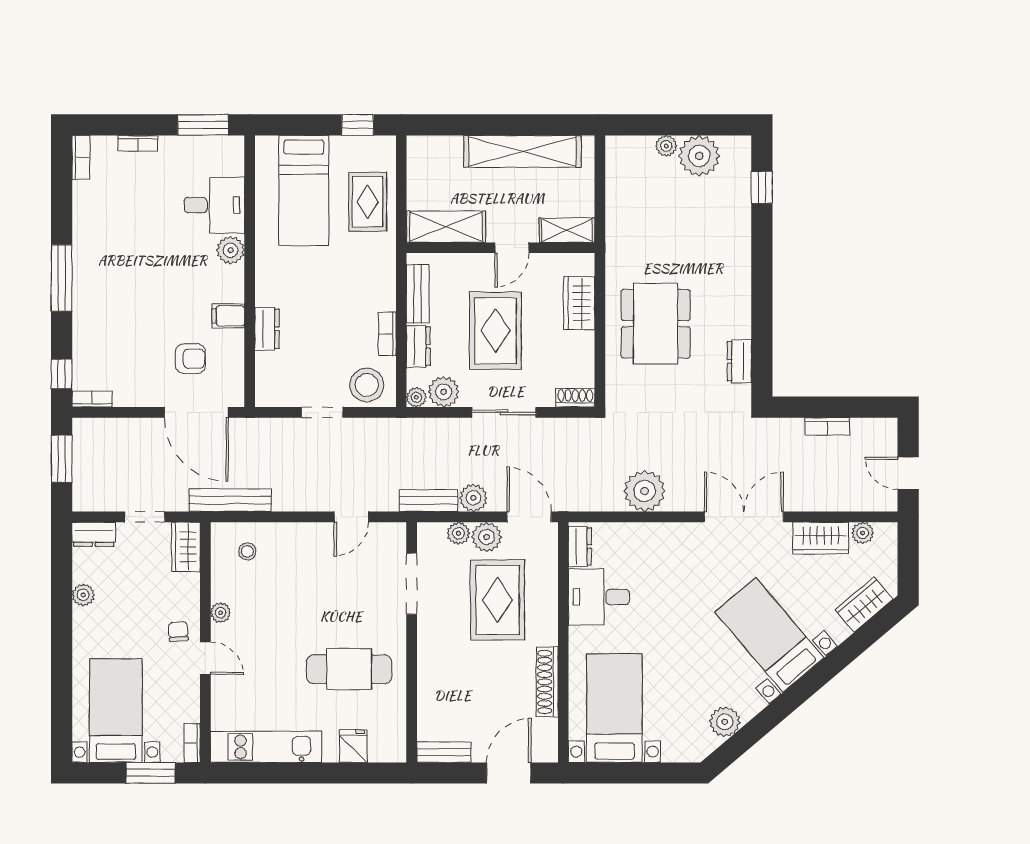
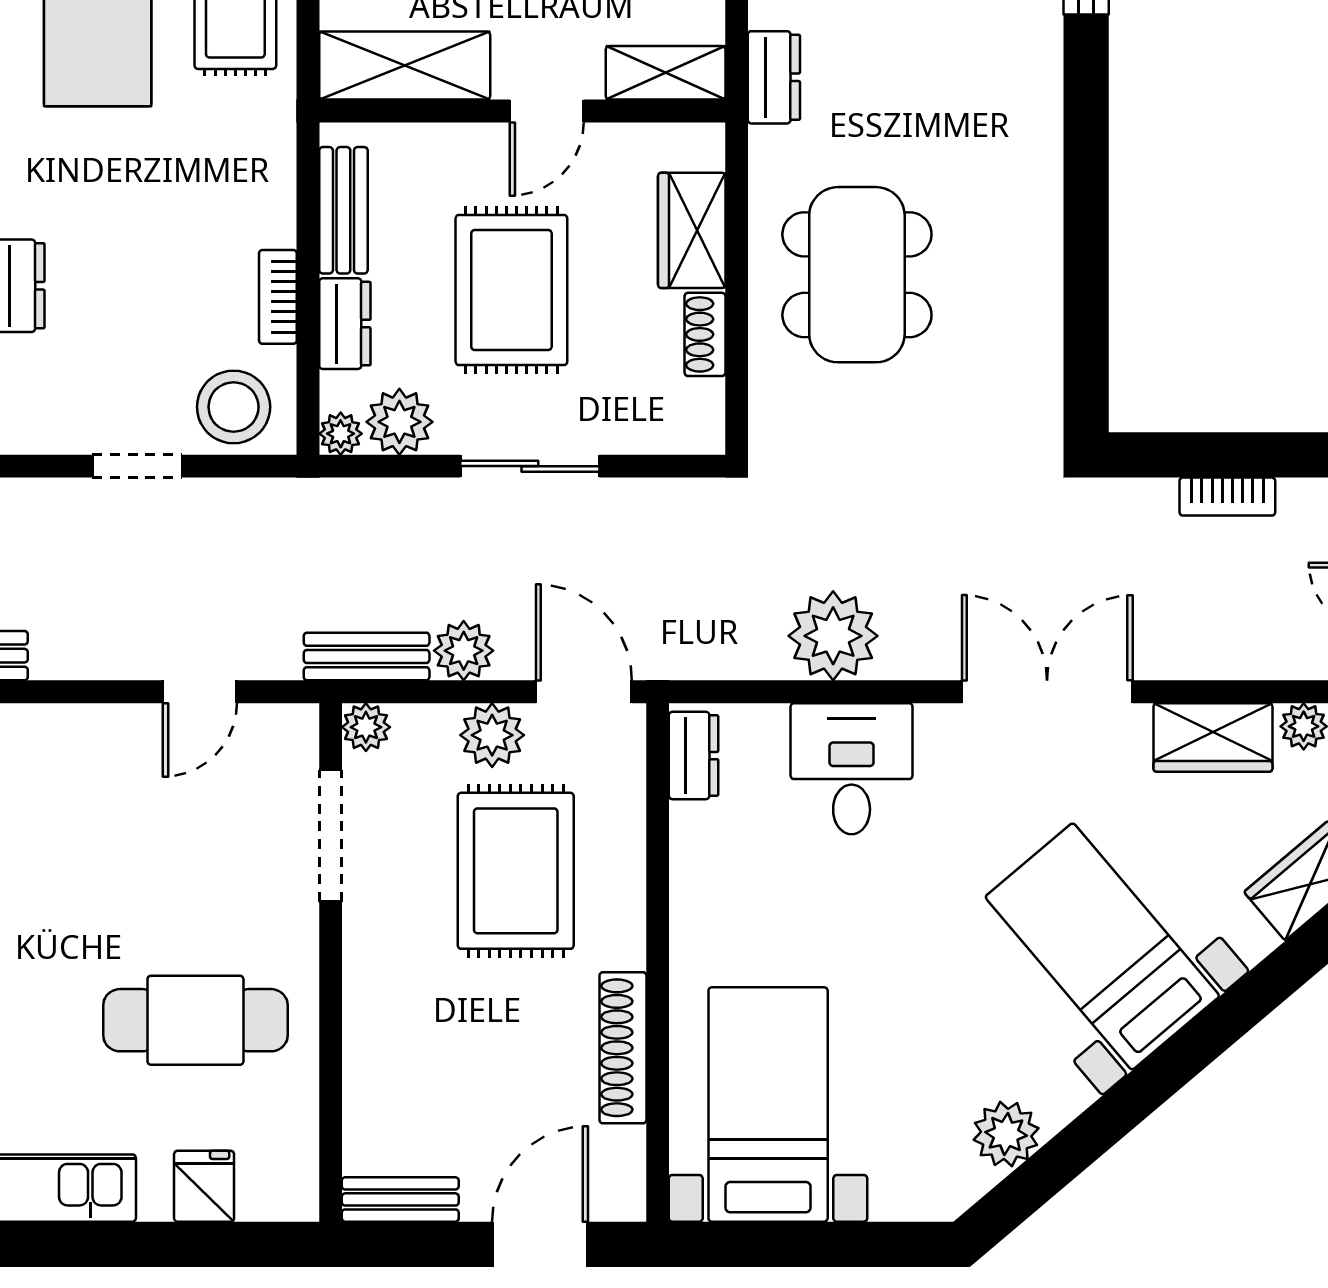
dresser: (739, 361) -> (774, 77), moved, turned 180
shoe rack: (575, 398) -> (705, 334), moved, turned -90
plant: (458, 533) -> (366, 727), moved
desk: (599, 597) -> (852, 769), moved, turned 90

